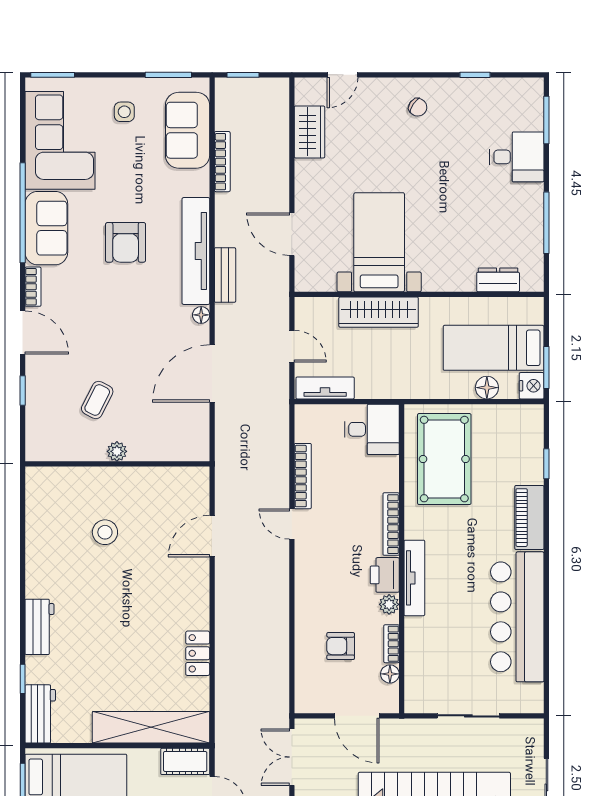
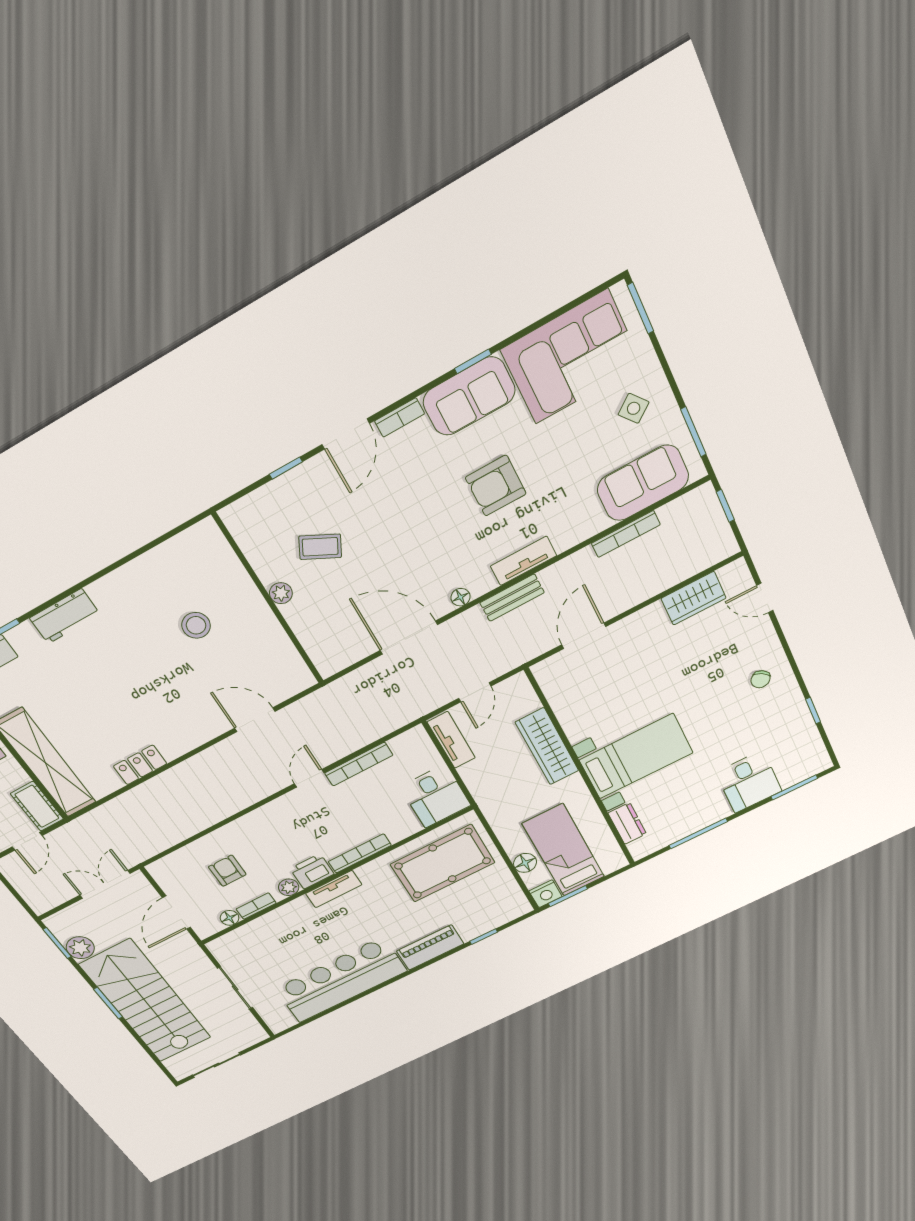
side table: (124, 112) -> (634, 408), turned -38
window: (23, 213) -> (473, 361), width x0.32
bed with nightstands: (379, 242) -> (636, 756), moved
tv unit: (196, 251) -> (523, 561), width x0.52, depth x0.78
tv unit: (414, 578) -> (334, 889), width x0.71

